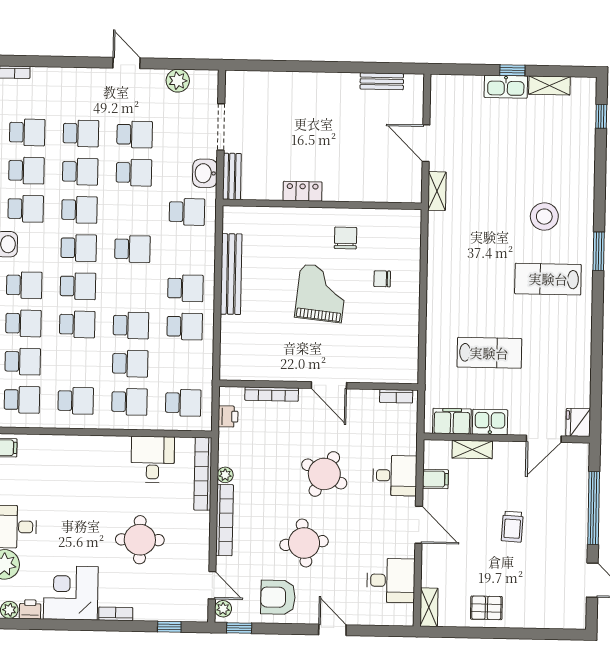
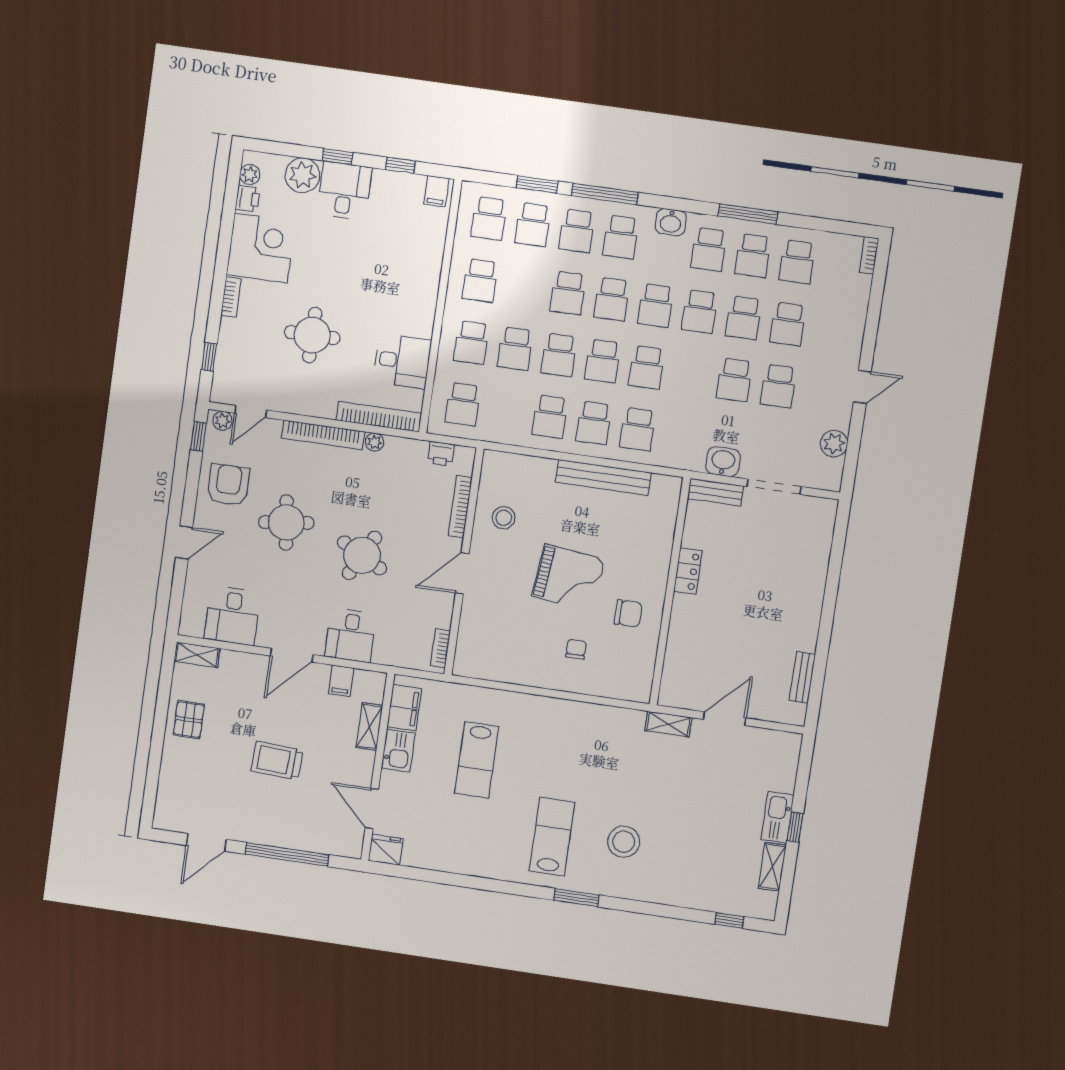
school desk: (187, 212) -> (637, 429), moved
school desk: (132, 287) -> (603, 361), added
stool: (277, 355) -> (504, 518), added
trolley: (512, 527) -> (277, 760), width x1.36, depth x1.39

